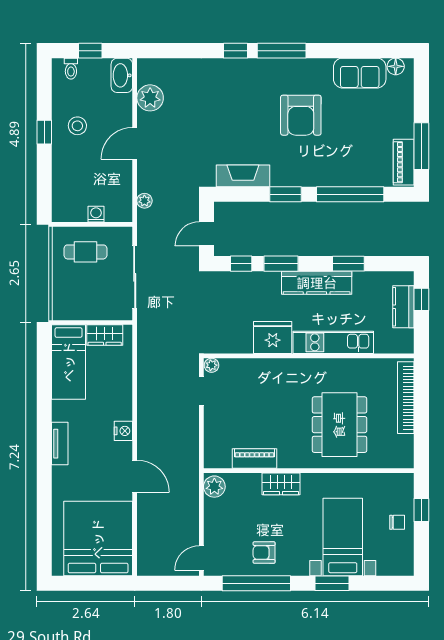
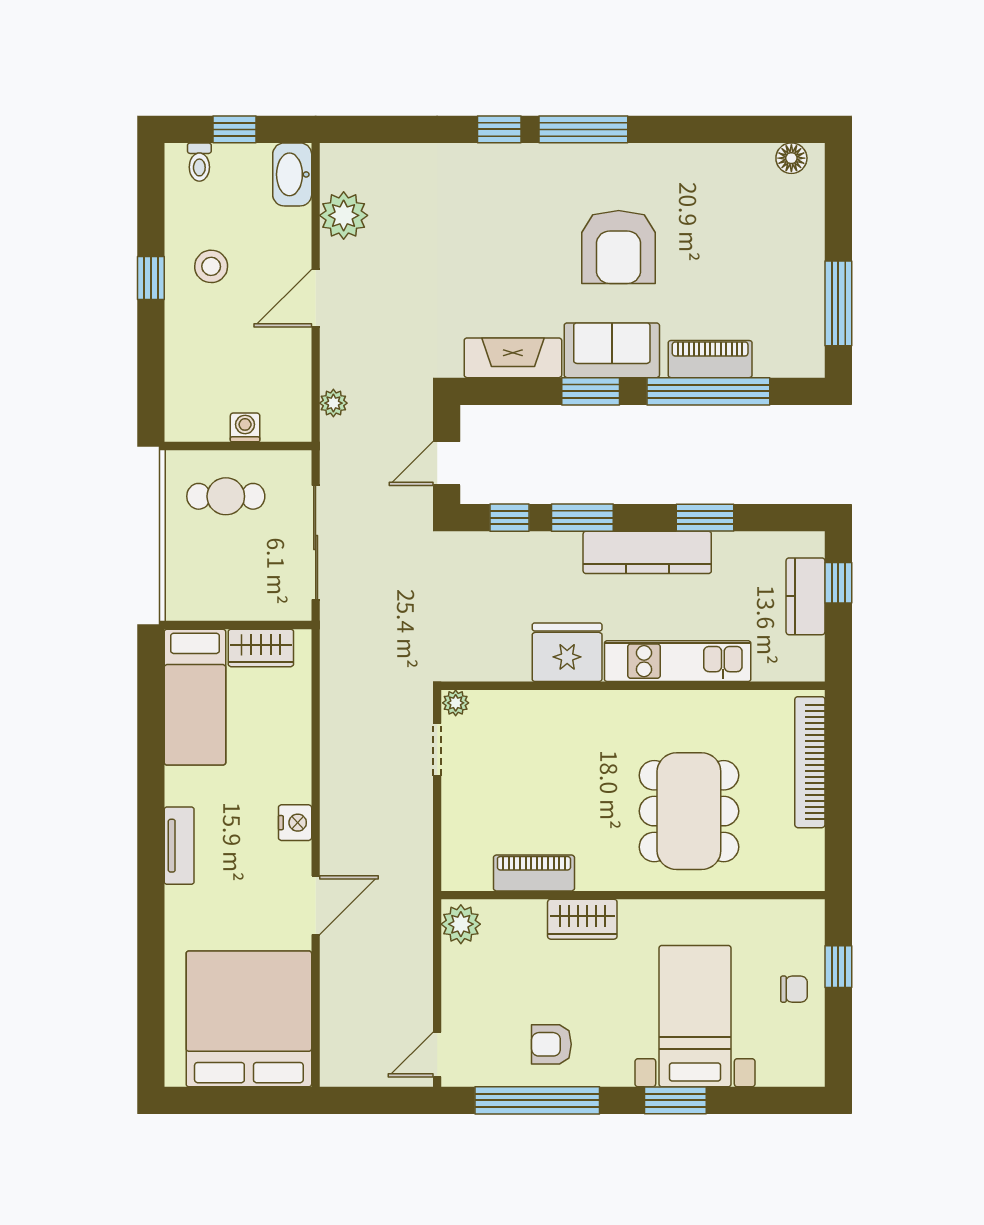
sofa: (360, 73) -> (612, 350), moved, turned 180
piano: (404, 162) -> (710, 359), moved, turned 90
door: (135, 476) -> (316, 905), hinge flipped

